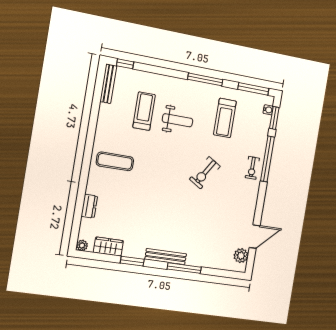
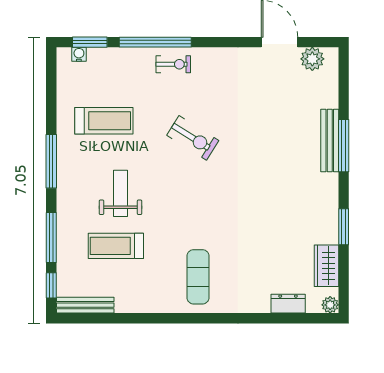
window: (253, 89) -> (51, 237), moved
dresser: (89, 206) -> (288, 304), moved
bench: (166, 257) -> (330, 141), moved

